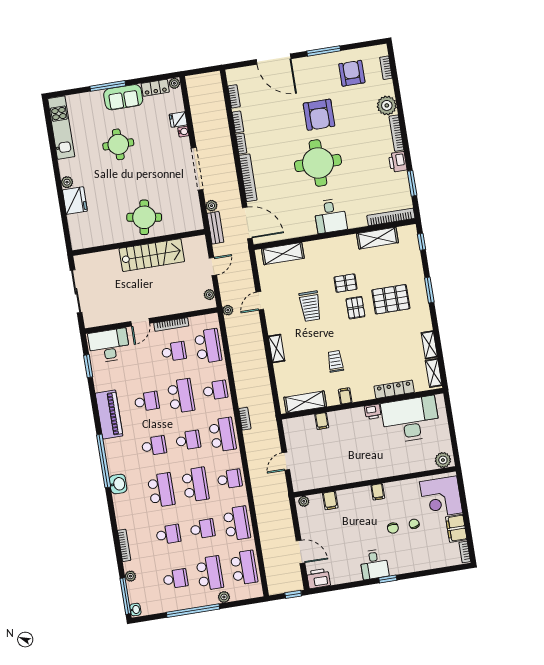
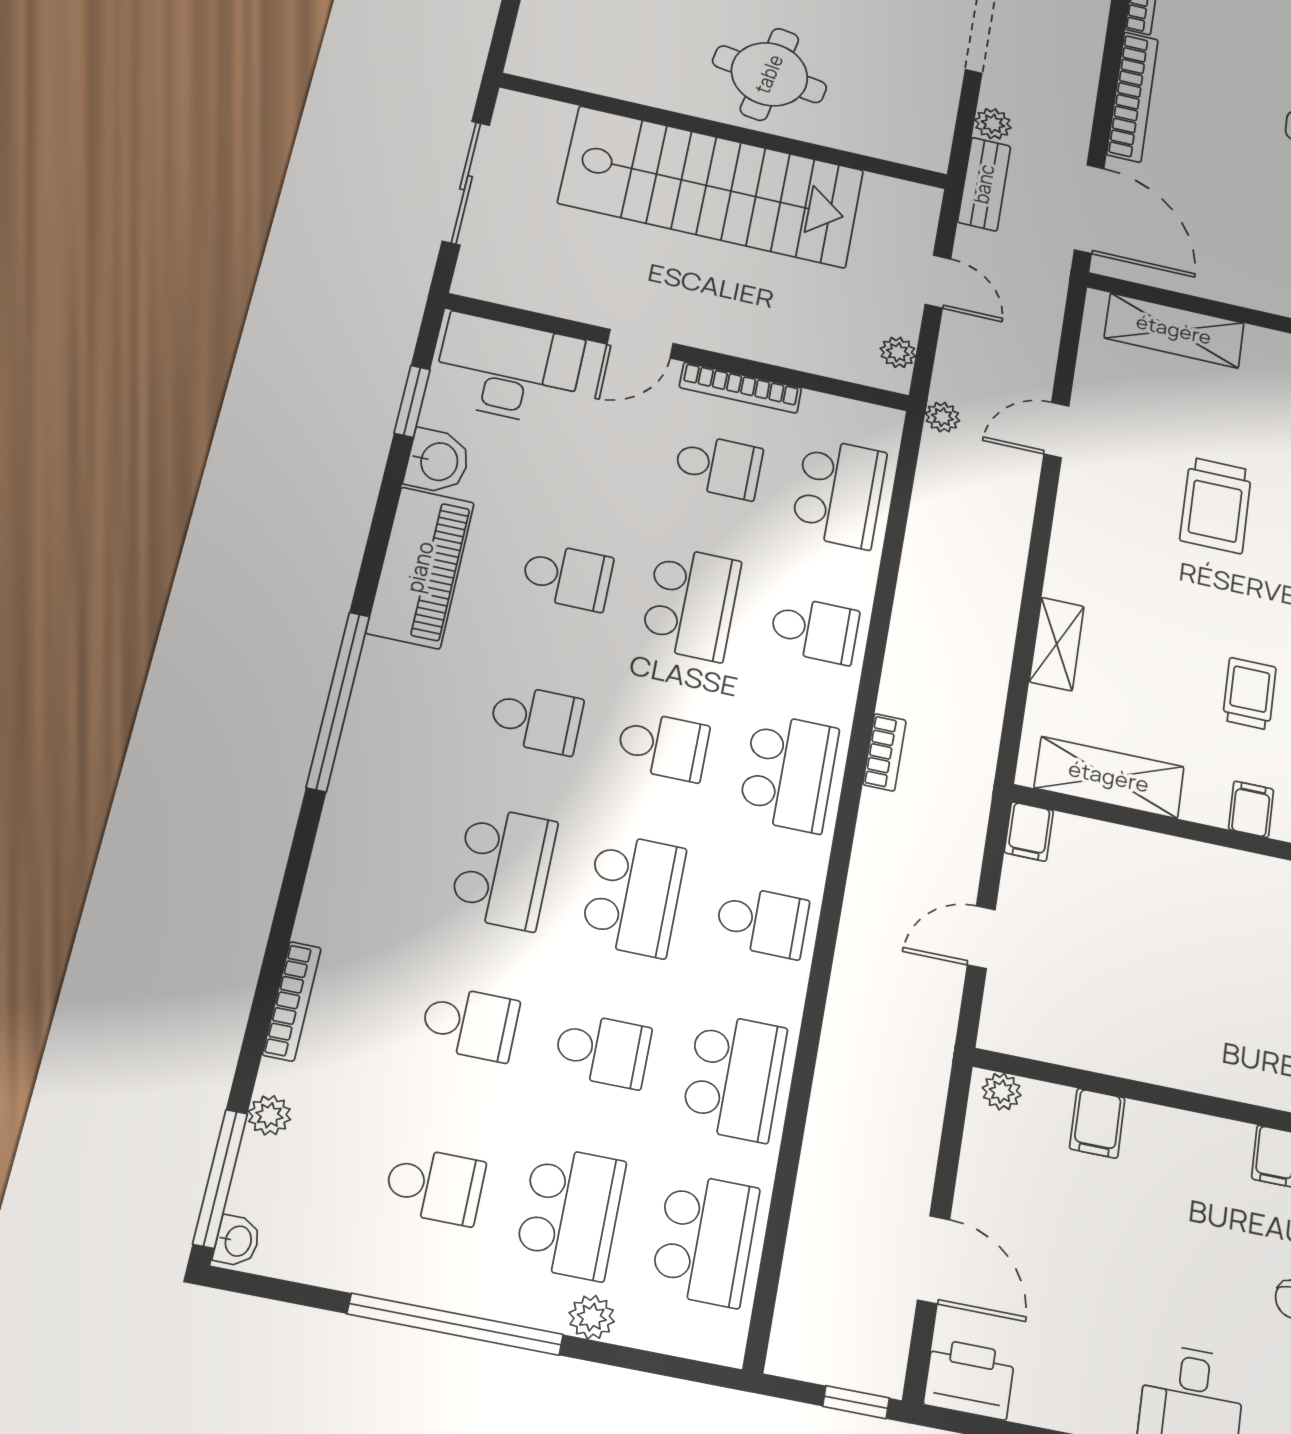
stairs: (152, 255) -> (712, 187), width x1.36, depth x1.51
door: (213, 267) -> (938, 282), hinge flipped
shelving: (277, 348) -> (1057, 644), moved
filing cabinet: (322, 421) -> (1029, 831), moved
washbasin: (118, 484) -> (438, 461), moved

